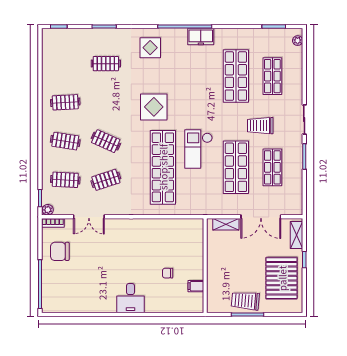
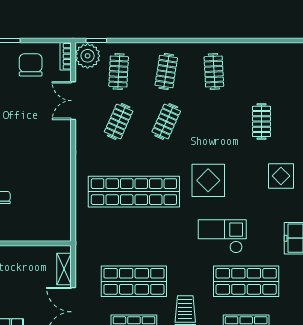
checkout: (199, 149) -> (222, 236), moved
clothes rail: (106, 180) -> (119, 121), turned 42
plant: (48, 210) -> (88, 56), width x1.88, depth x1.88

